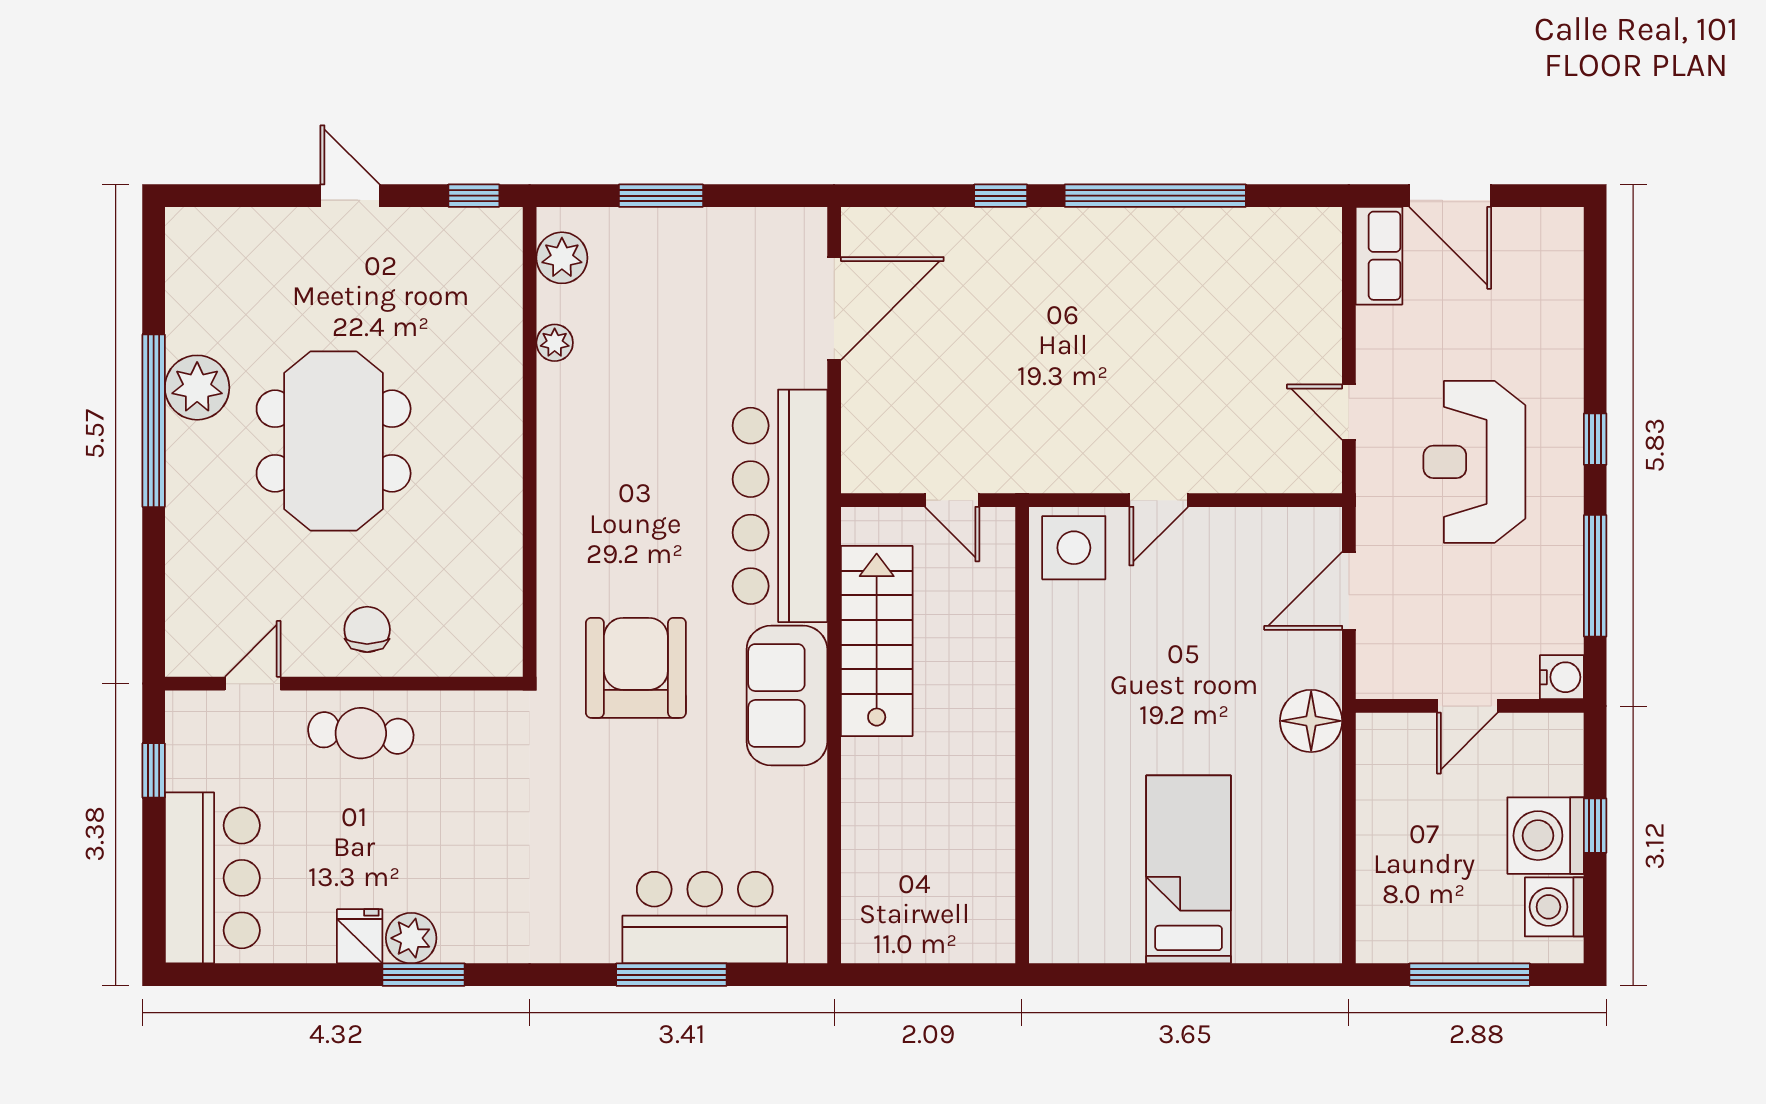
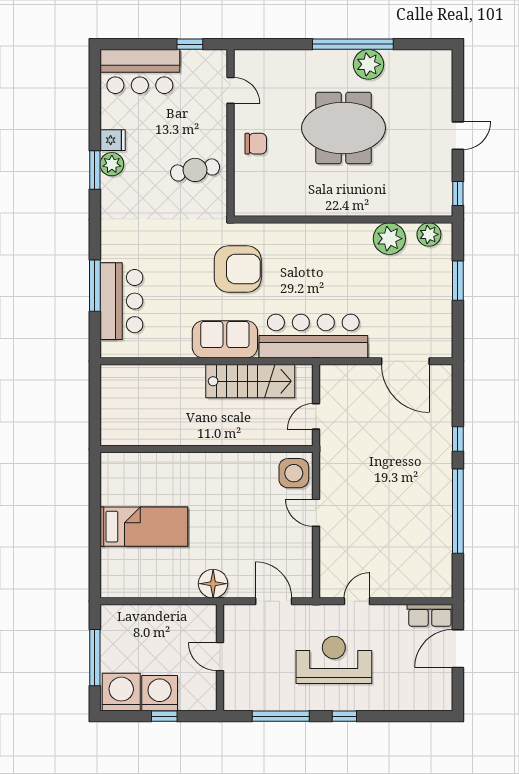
plant: (555, 343) -> (389, 239), width x1.88, depth x1.88
water cooler: (1562, 677) -> (233, 701), removed
cafe table: (361, 733) -> (195, 170), moved, turned 75
washing machine: (1554, 907) -> (121, 692), width x1.37, depth x1.37

